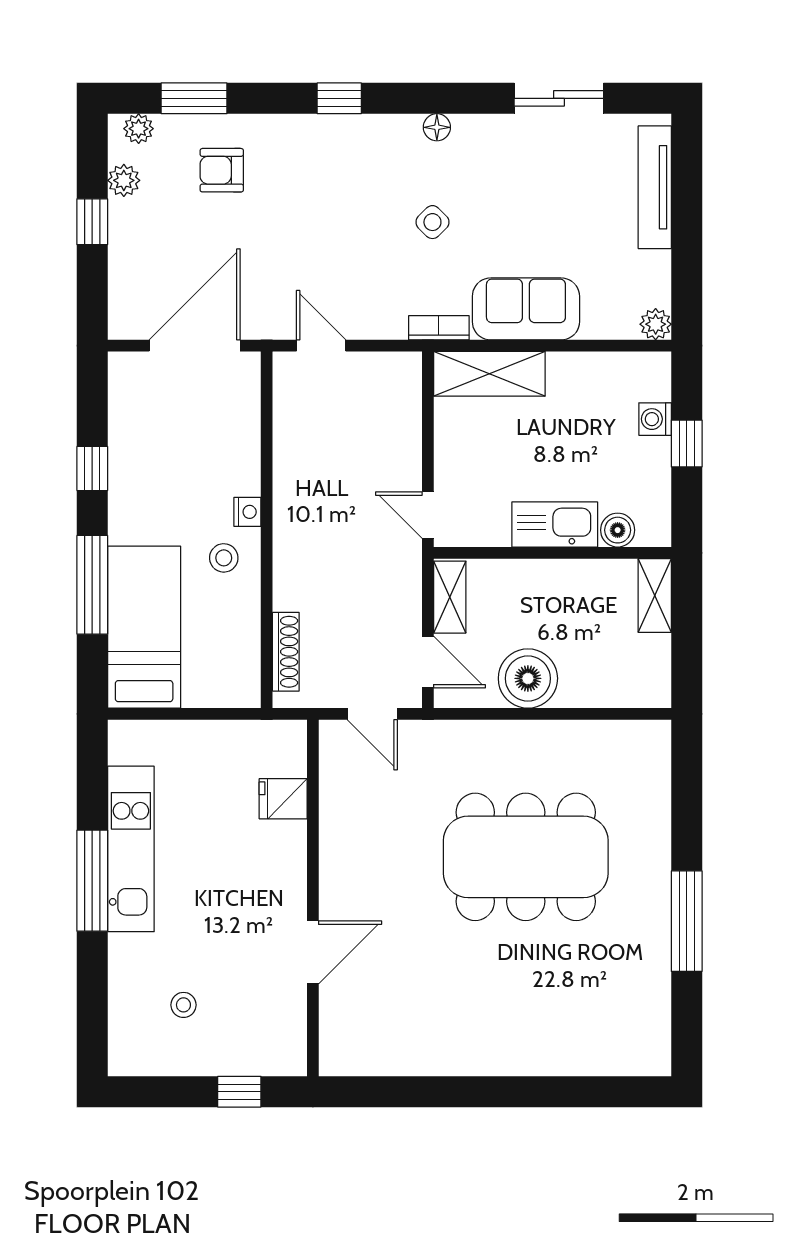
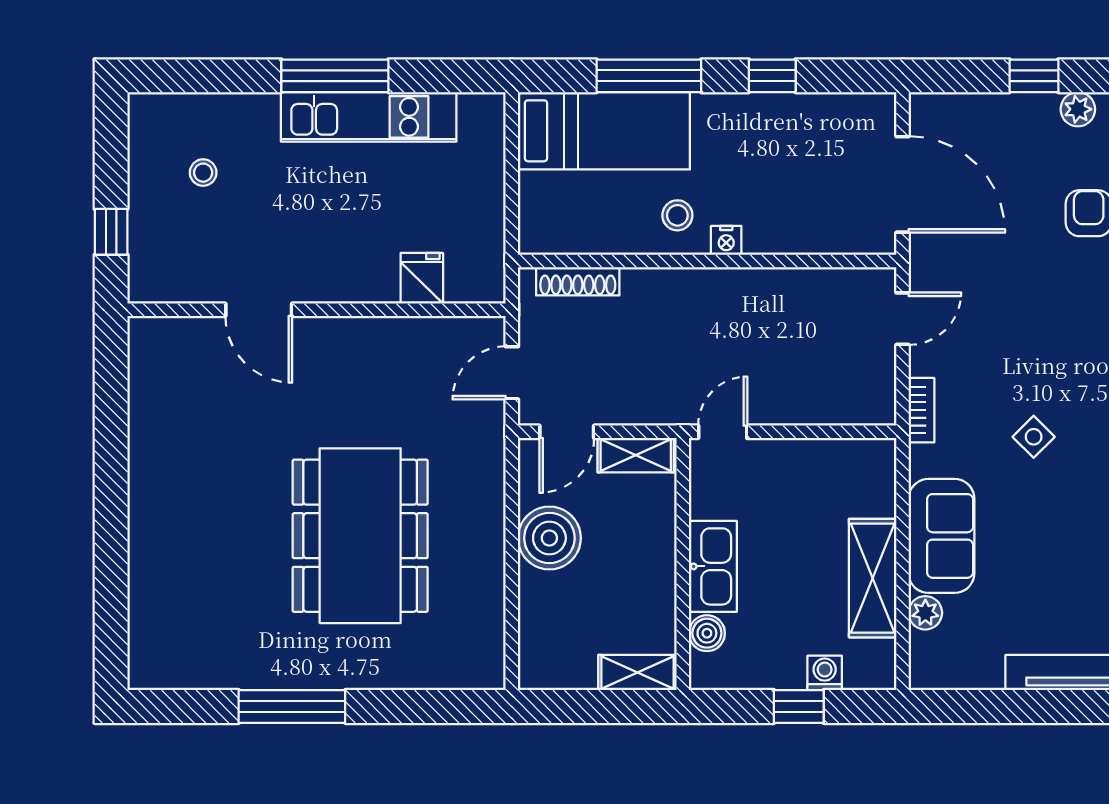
plant: (656, 324) -> (925, 613), moved
bookcase: (439, 328) -> (921, 410), moved
shelving: (489, 374) -> (873, 578), moved

